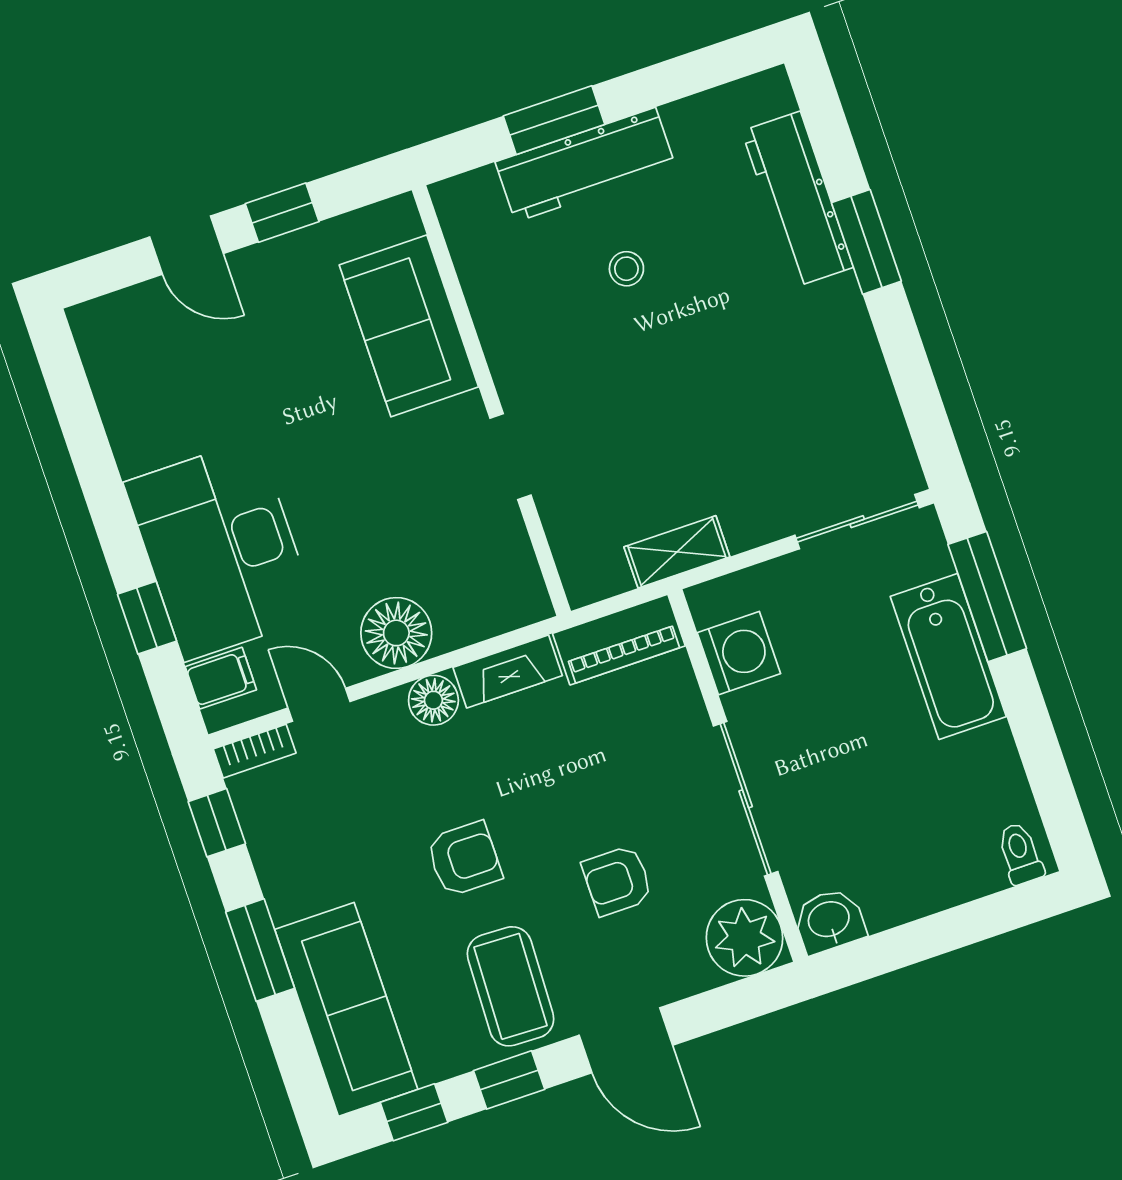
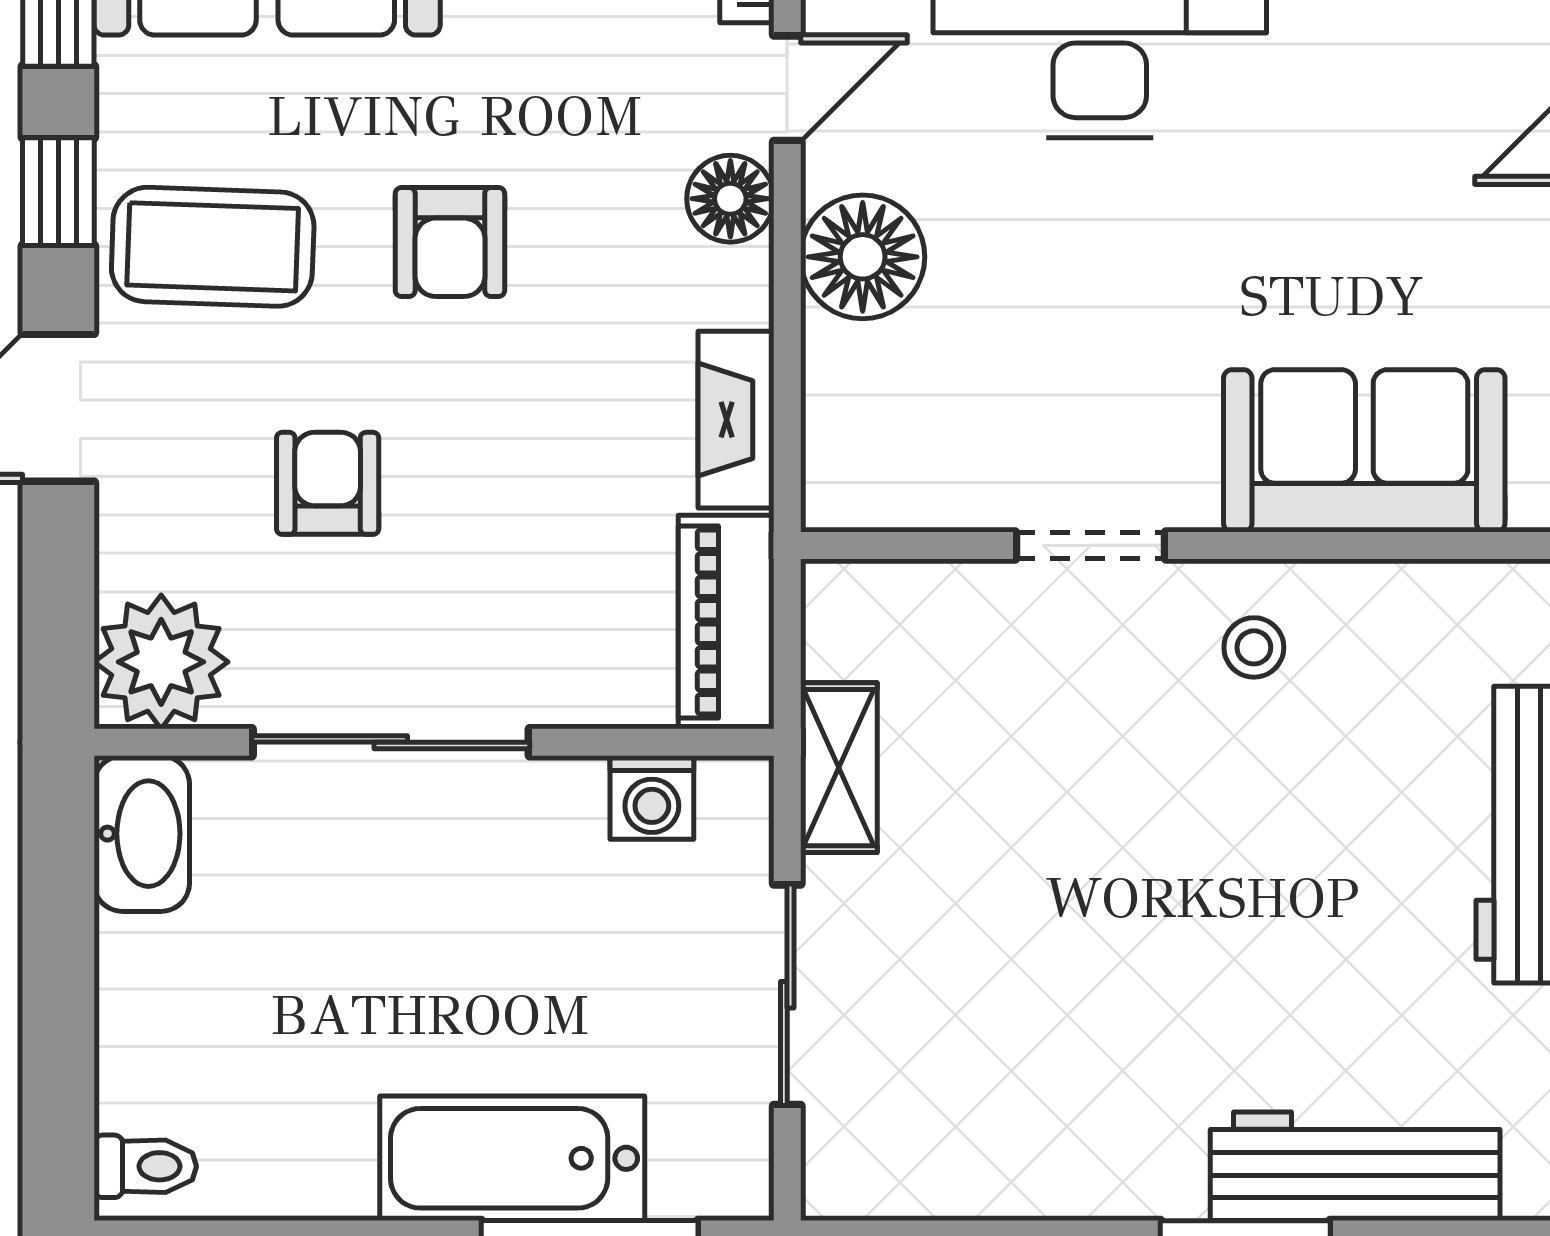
stool: (626, 269) -> (1254, 647), moved
sliding door: (857, 522) -> (787, 995), moved
washing machine: (739, 653) -> (652, 797), width x0.73, depth x0.73
floor lamp: (433, 700) -> (730, 199), moved
washbasin: (829, 921) -> (142, 834), width x1.38

